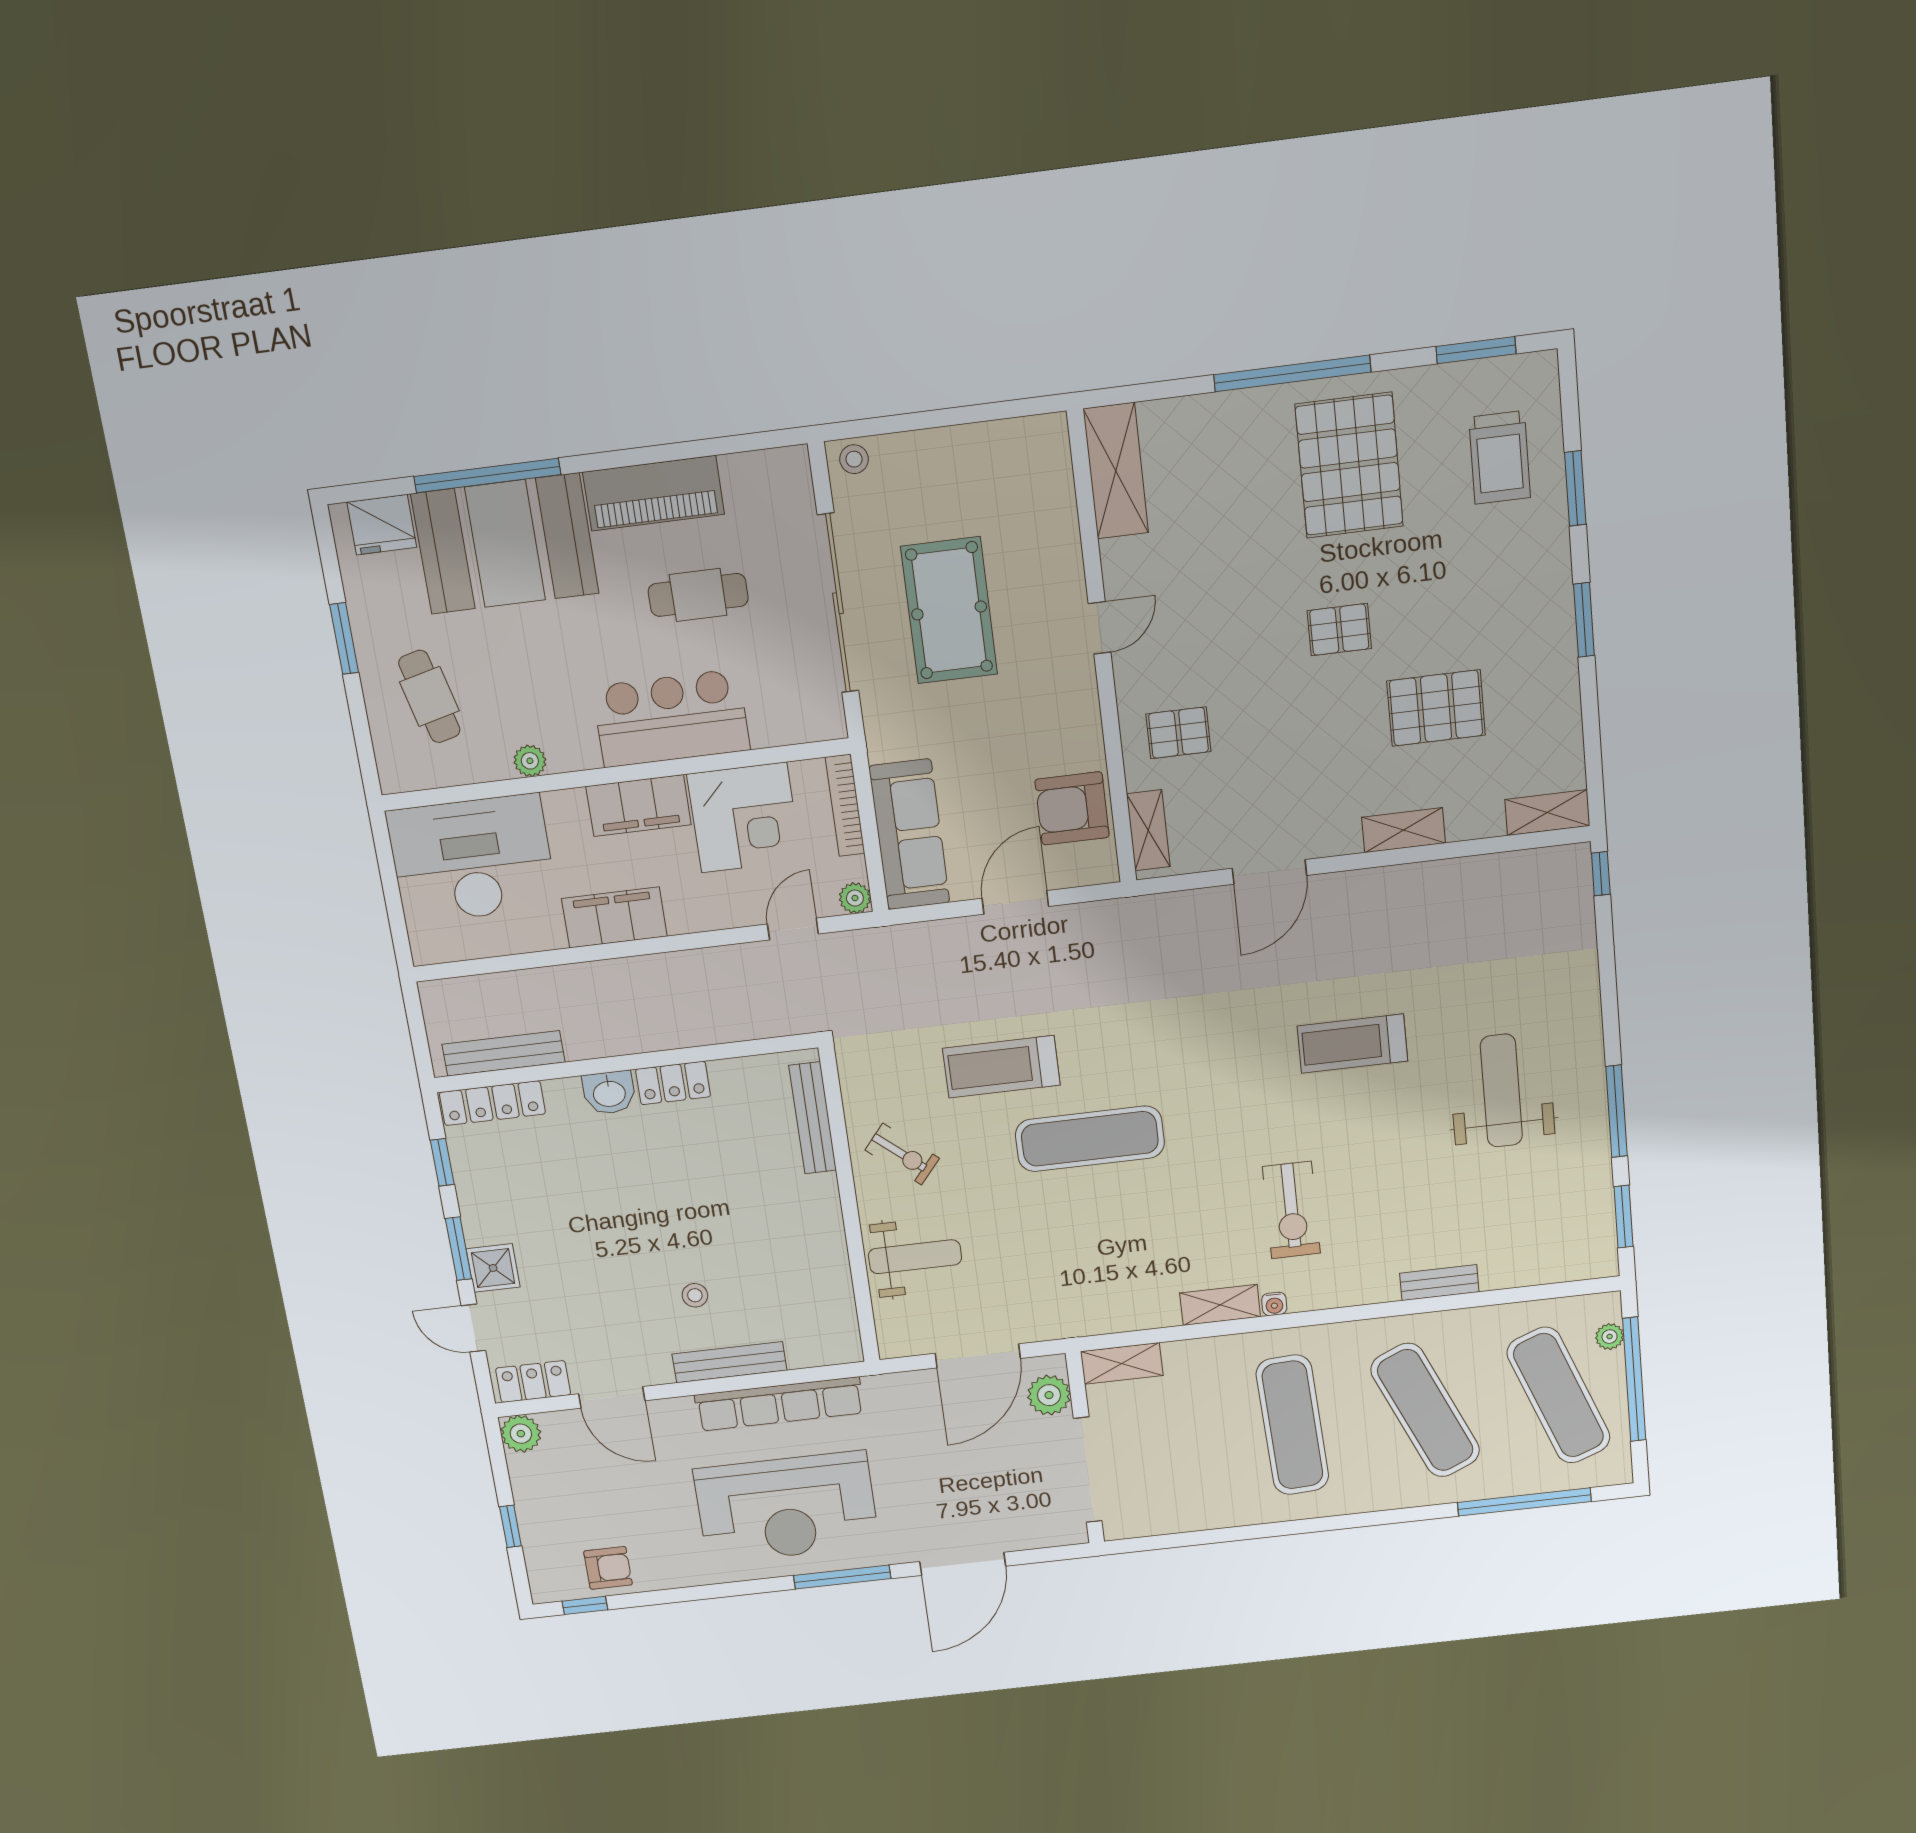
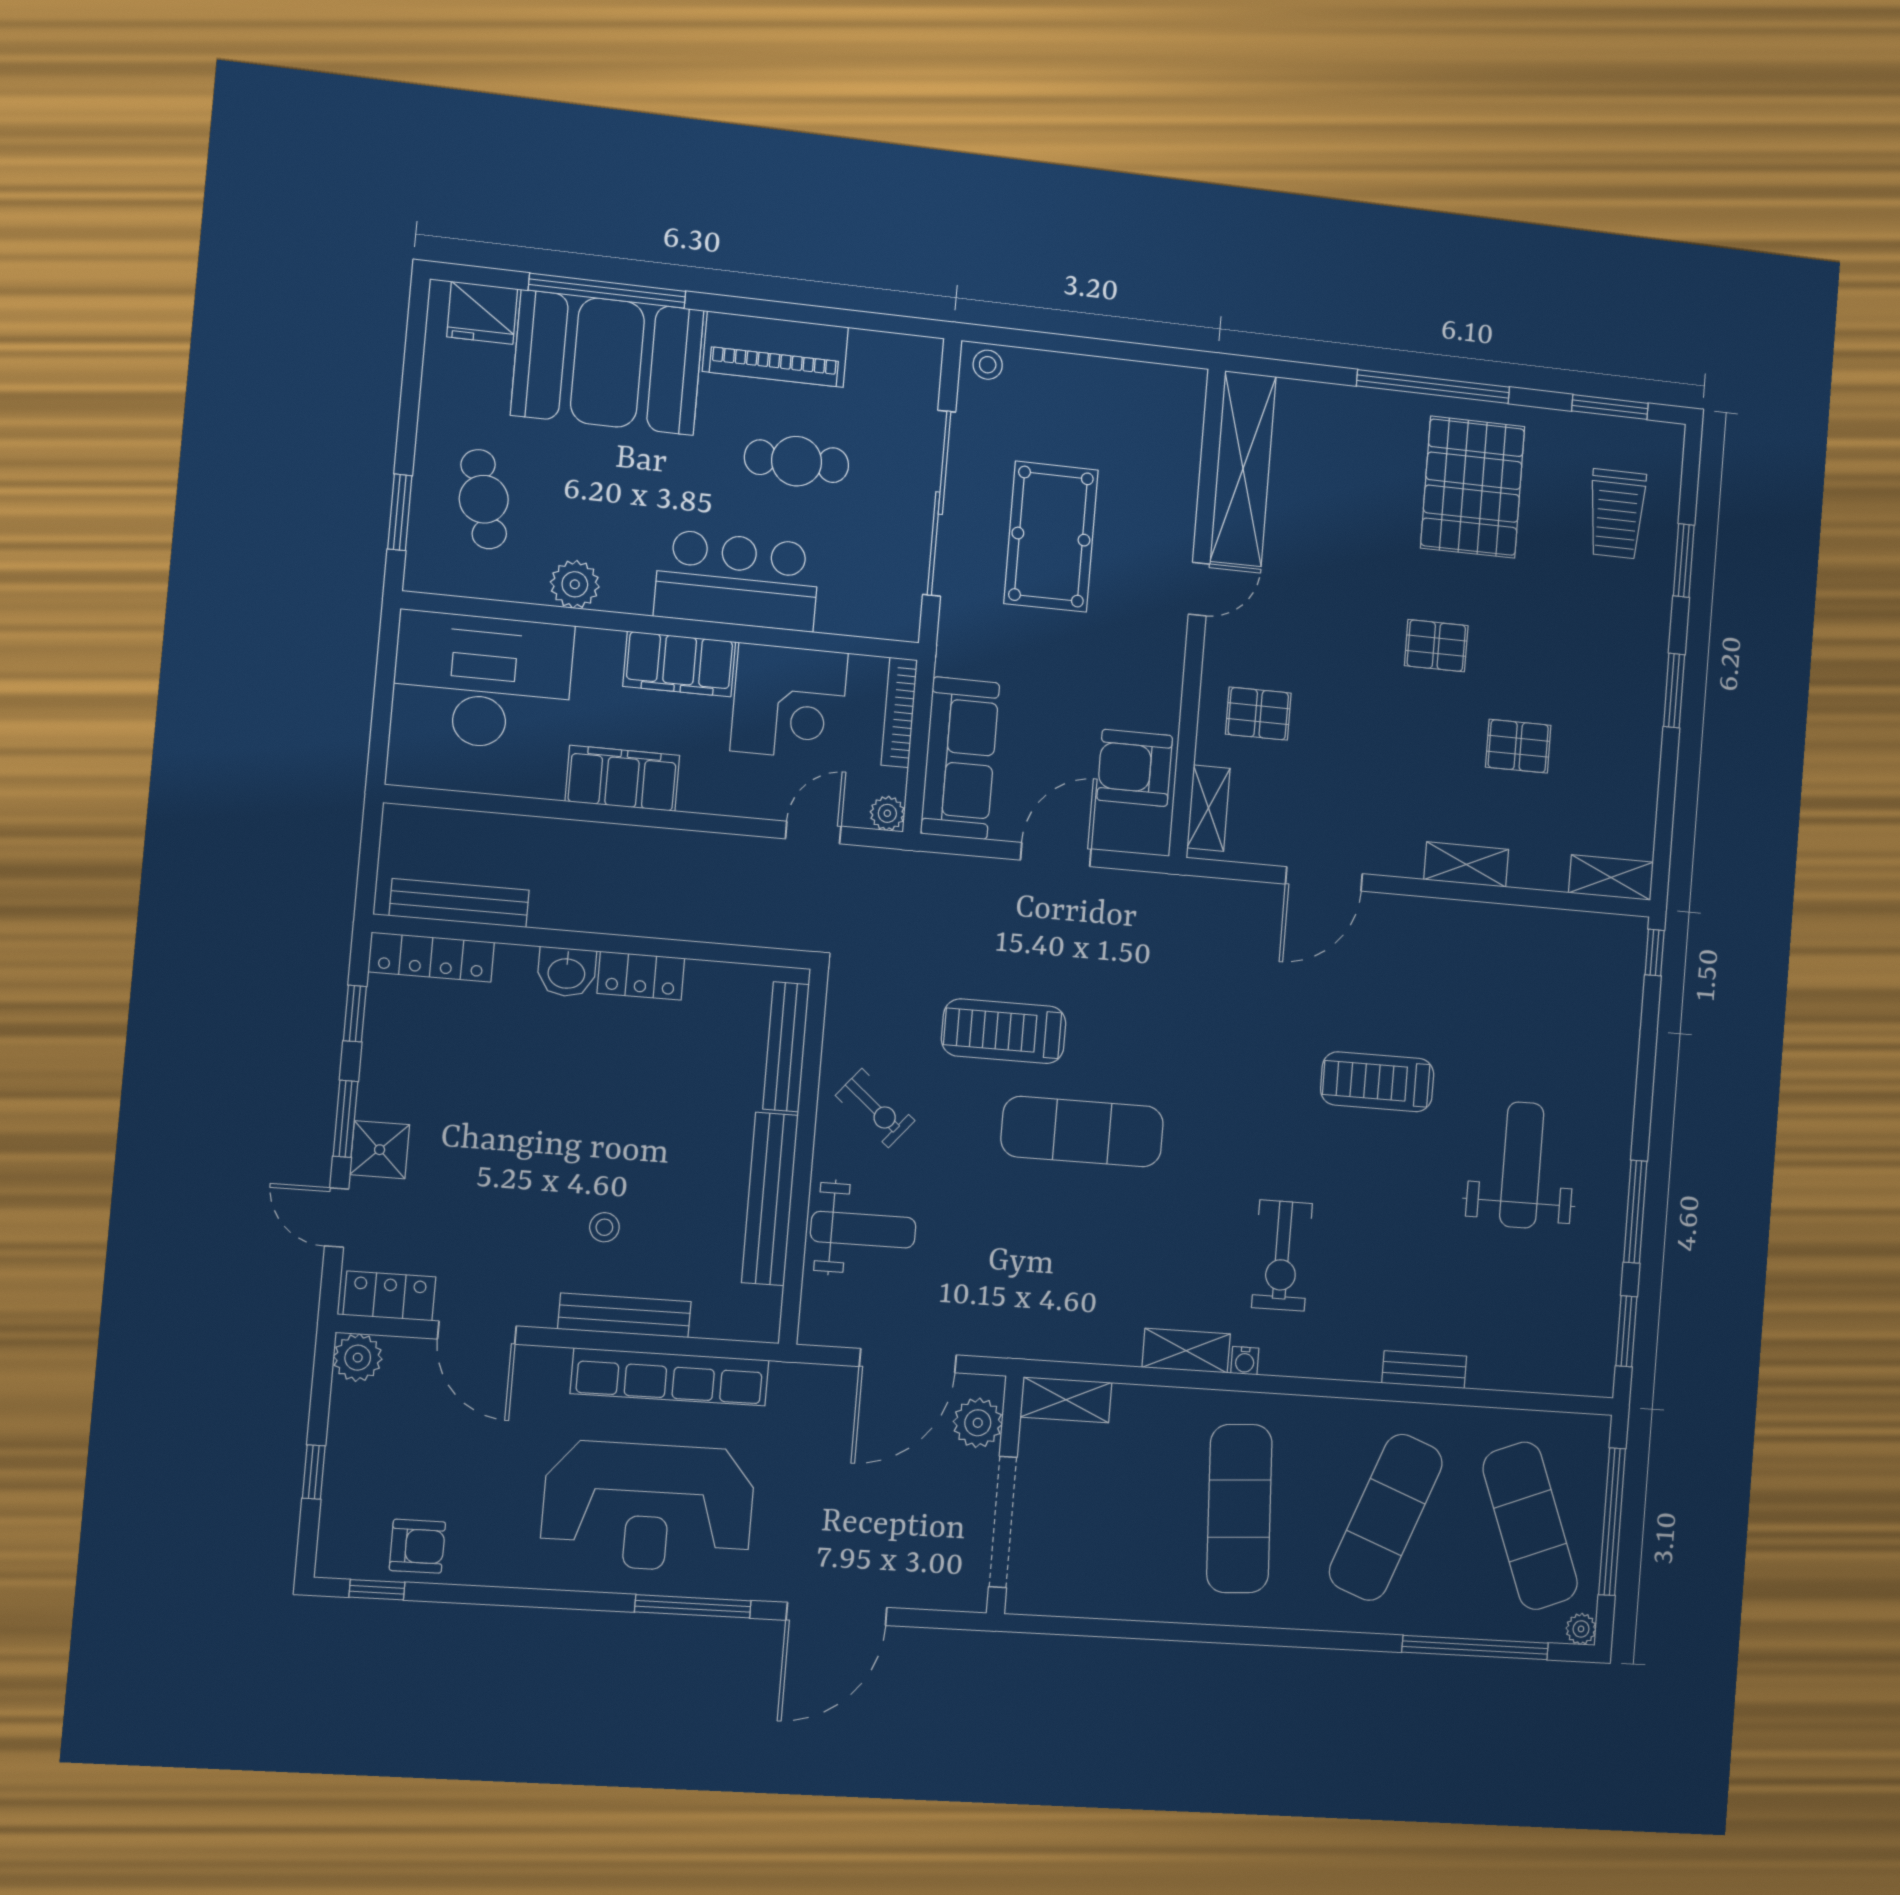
shelving: (1116, 471) -> (1243, 469), width x1.47
window: (344, 638) -> (400, 512), moved
pallet: (1436, 708) -> (1518, 746), width x0.67, depth x0.71
plant: (530, 761) -> (575, 584), width x1.38, depth x1.38
bench: (829, 1246) -> (770, 1199), added
plant: (1610, 1337) -> (1581, 1629), moved
exercise mat: (1425, 1410) -> (1386, 1517), turned 45

